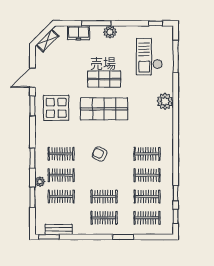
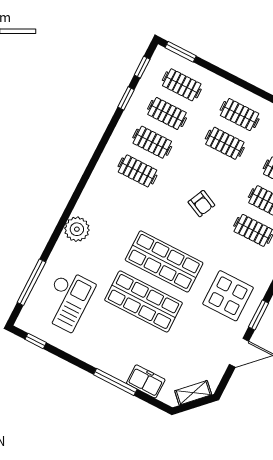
plant: (110, 32) -> (103, 361), removed
shop shelf: (104, 79) -> (144, 301), width x1.43, depth x1.36
window: (123, 237) -> (181, 52), moved

